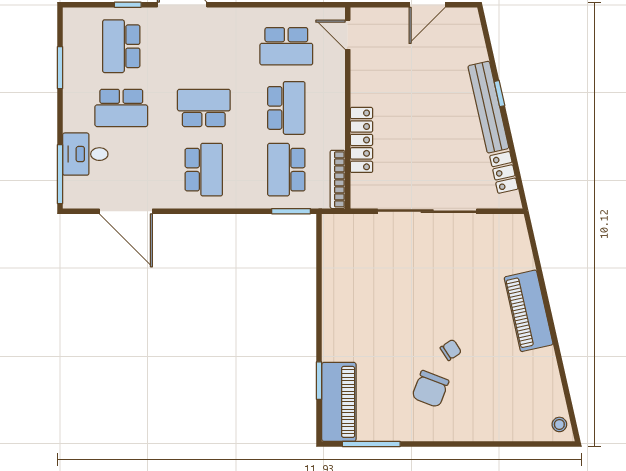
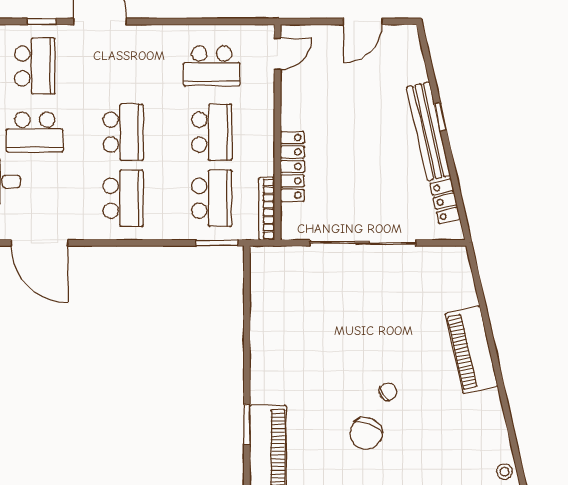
door: (348, 35) -> (277, 54), swing flipped
school desk: (121, 46) -> (35, 66), turned 180
school desk: (204, 108) -> (123, 132), turned 90
school desk: (286, 170) -> (212, 198), turned 180

